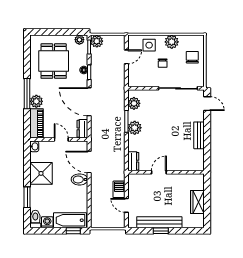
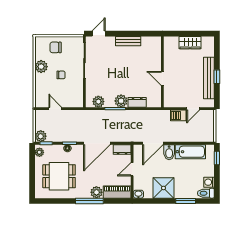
side table: (149, 45) -> (44, 88), removed
dresser: (133, 161) -> (137, 102), moved
bathtub: (70, 220) -> (190, 152), moved, turned -90

